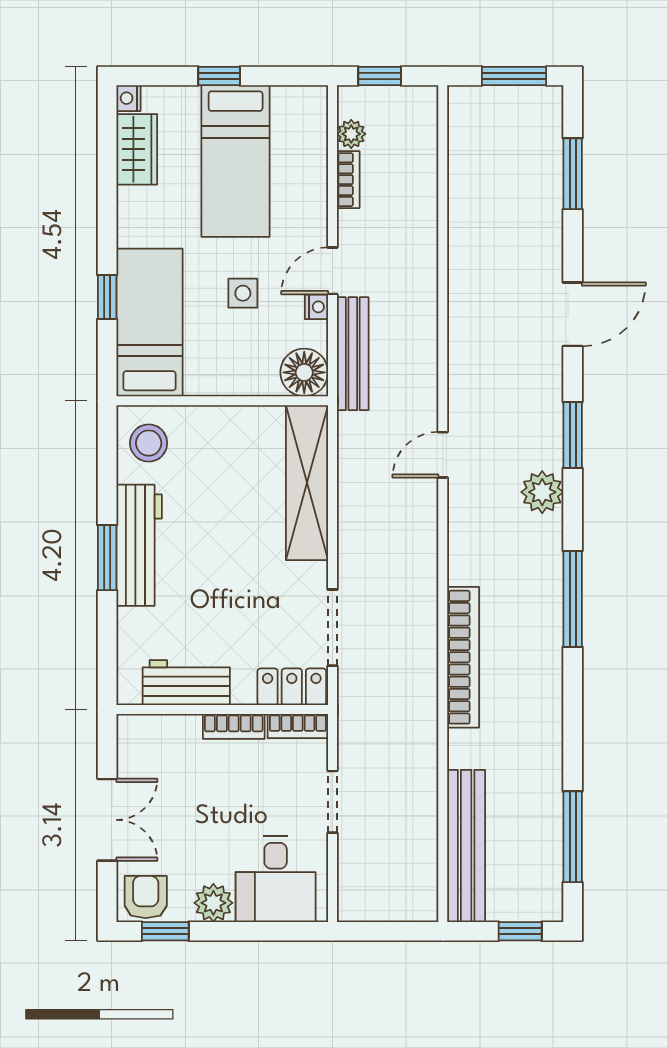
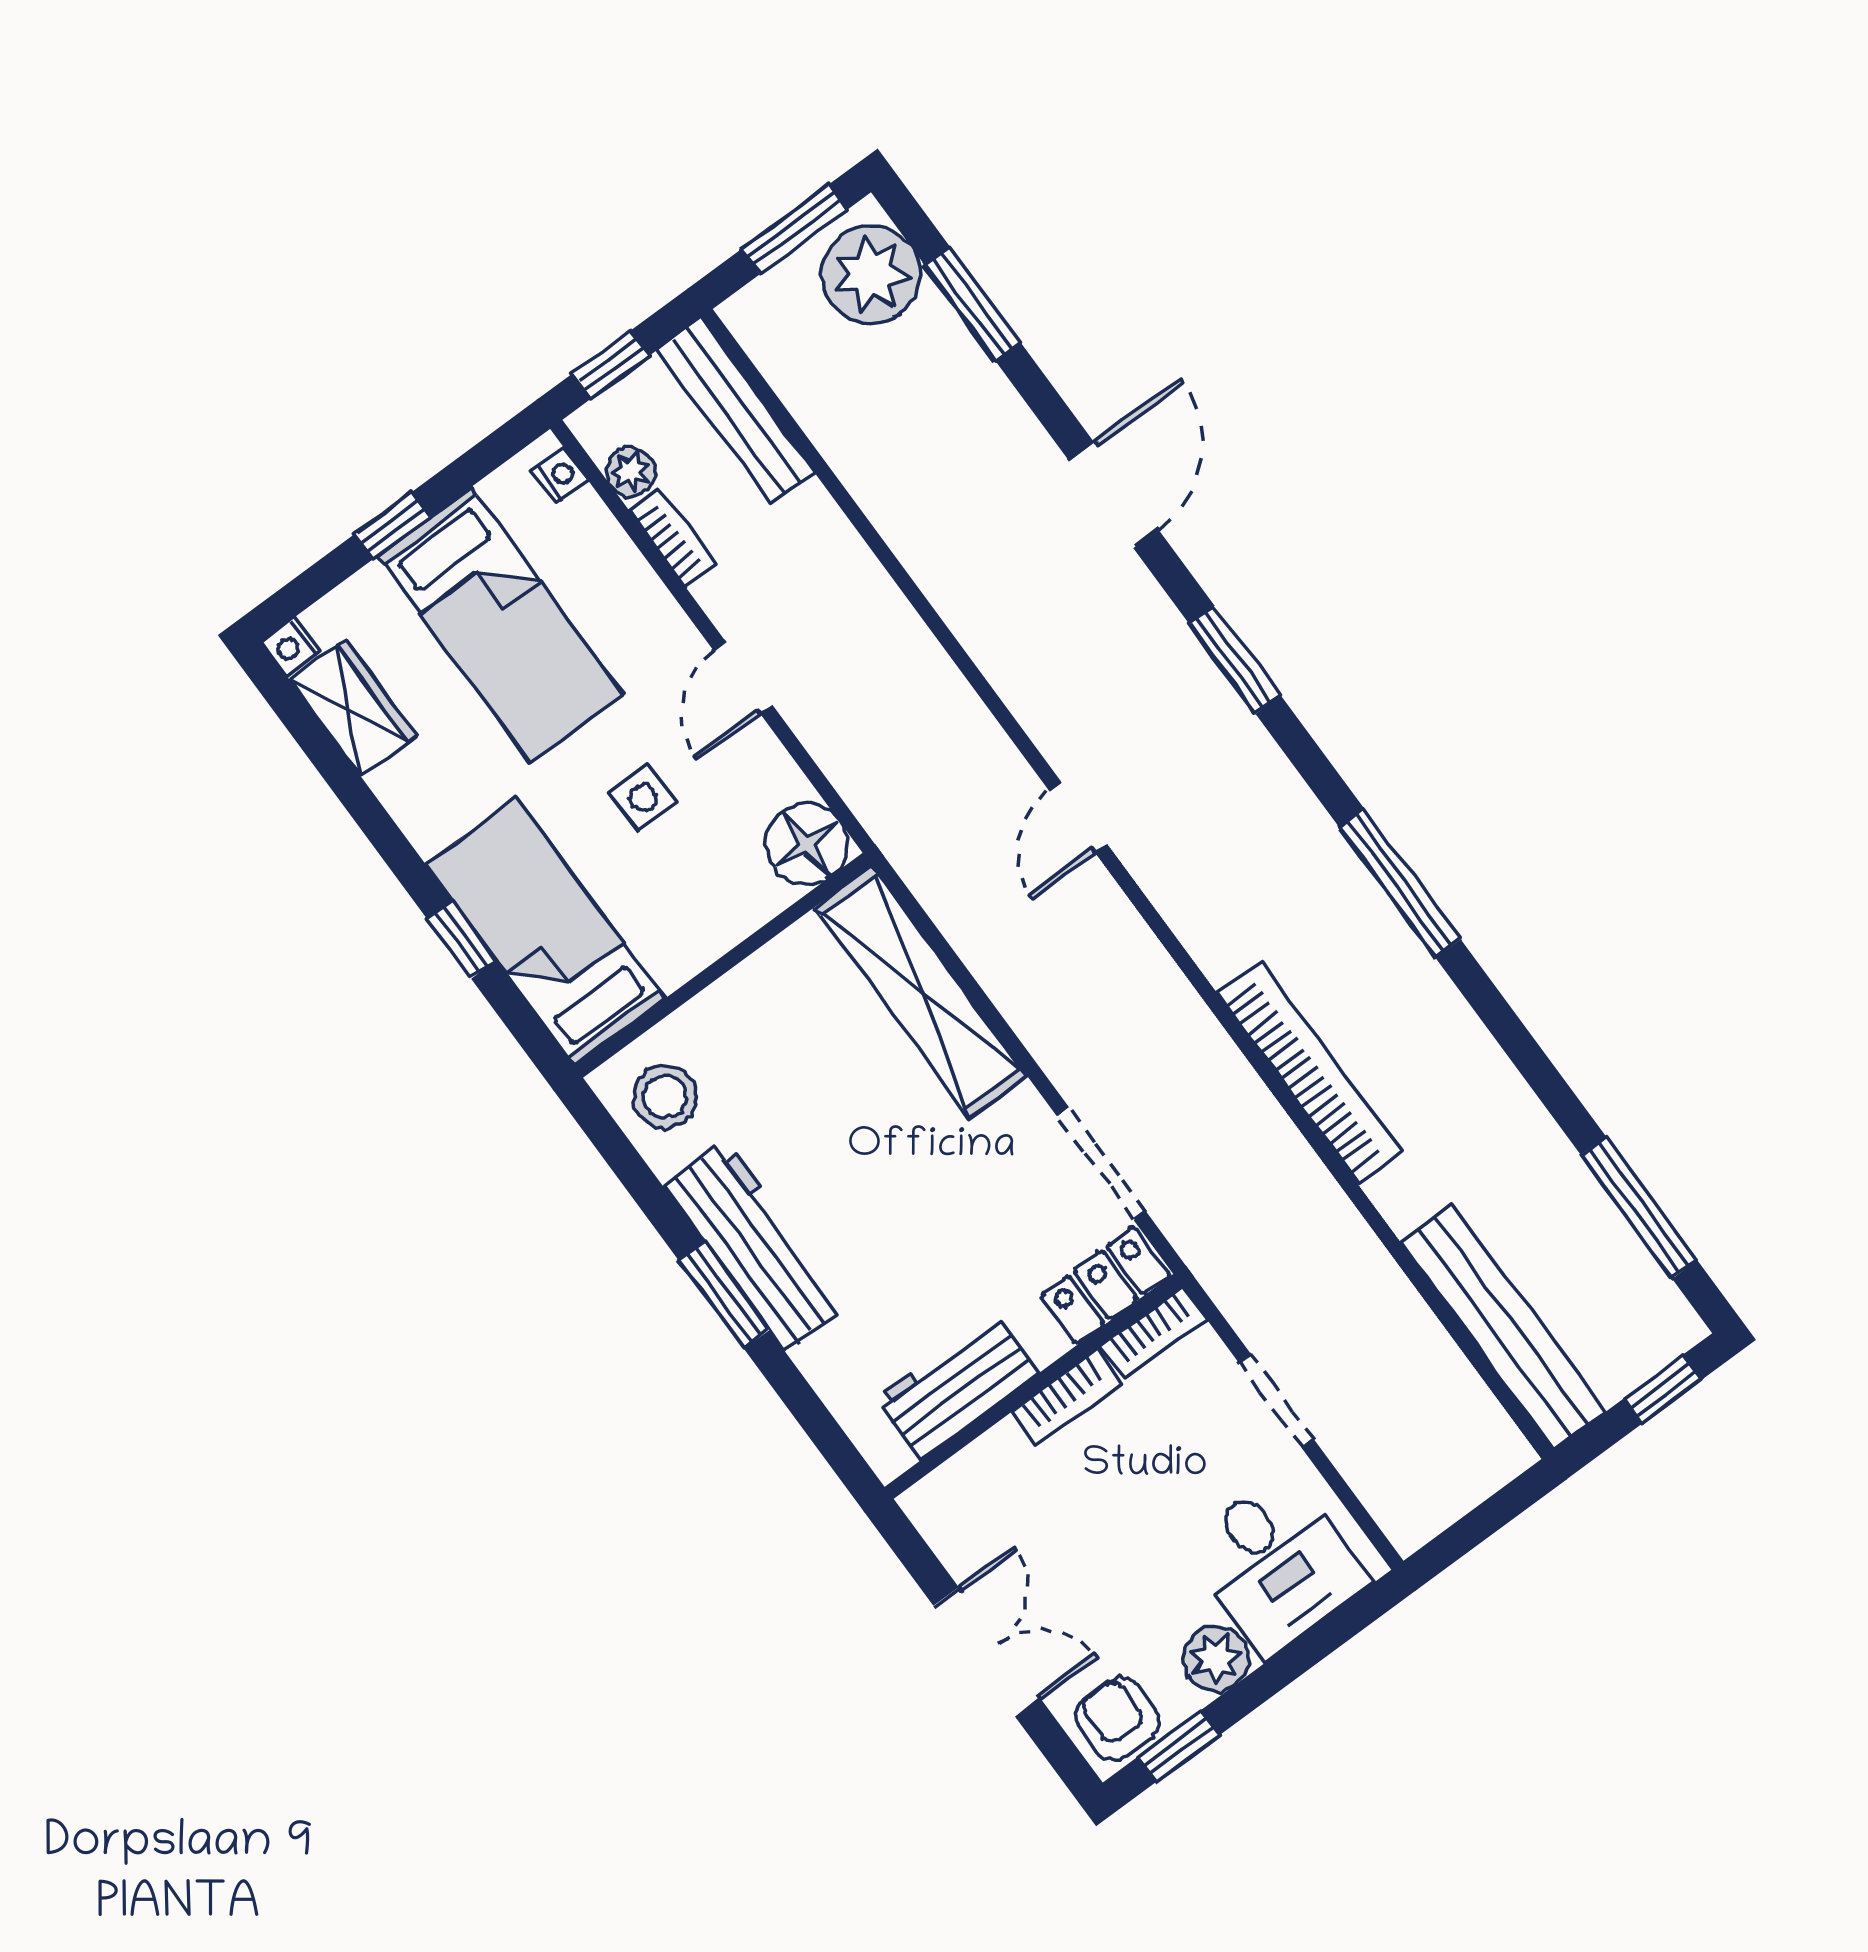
nightstand: (316, 307) -> (560, 476), moved
bench: (353, 354) -> (736, 411), moved
plant: (542, 492) -> (871, 274), moved, width x1.36, depth x1.36

